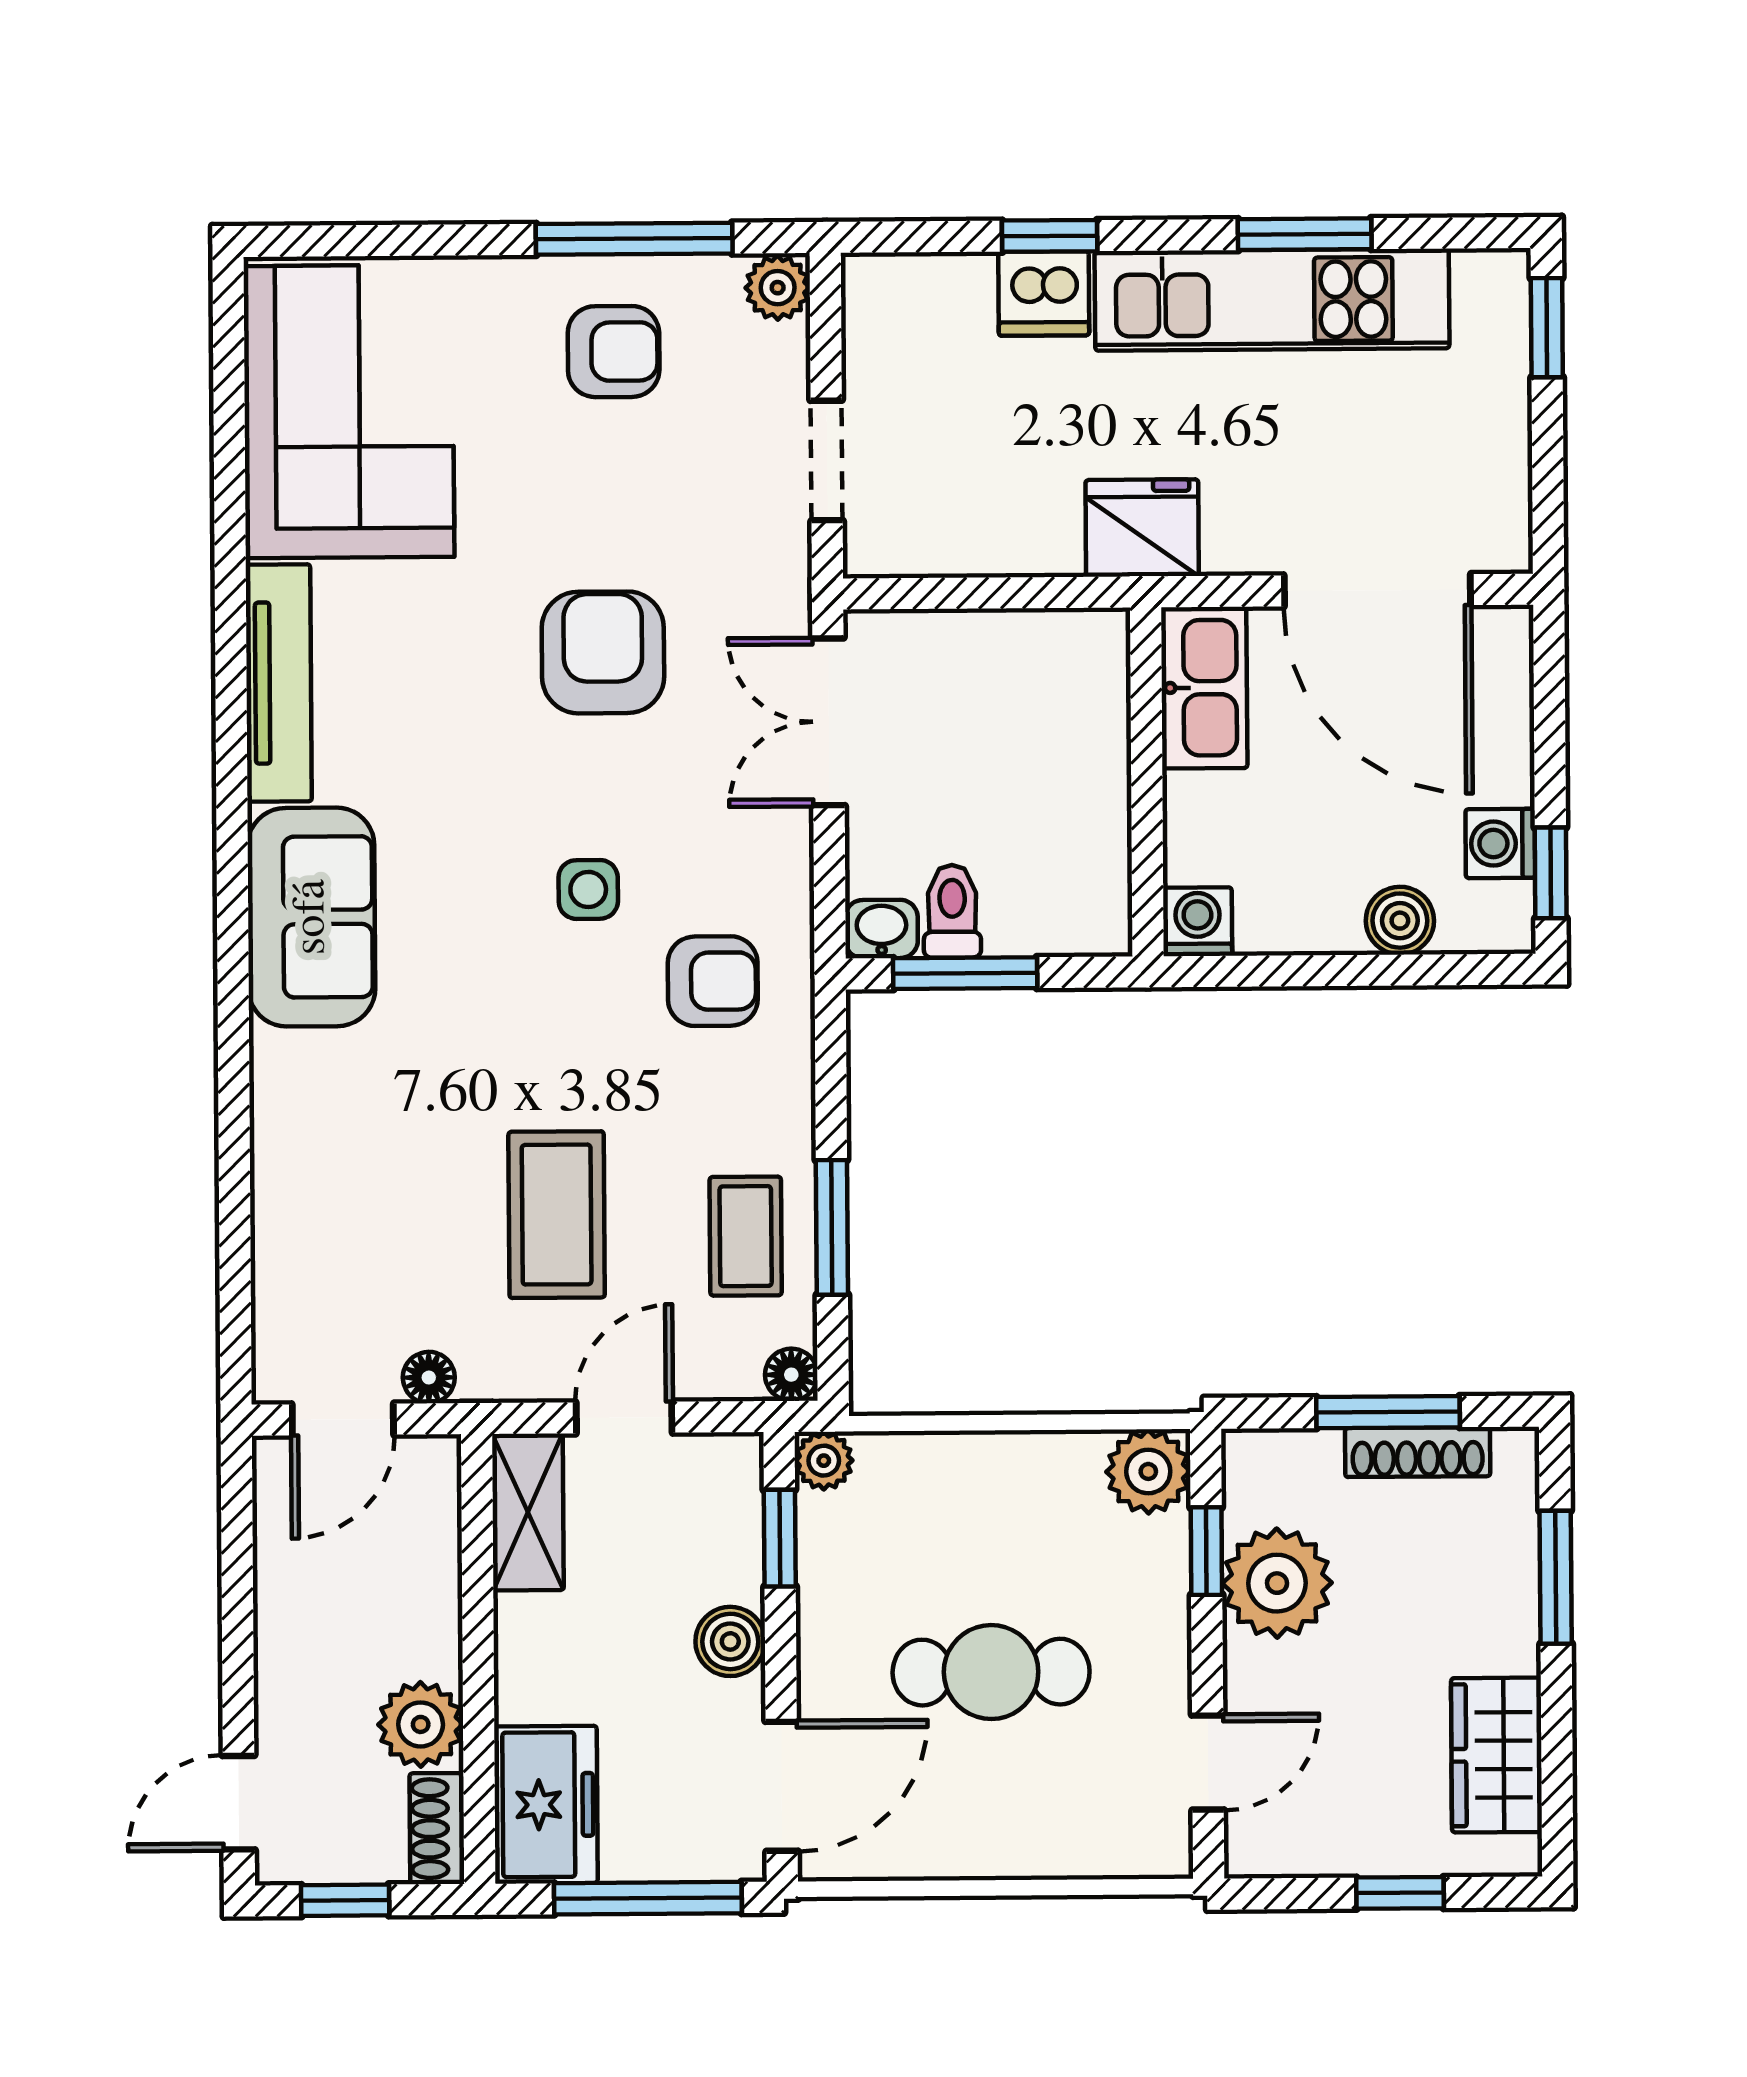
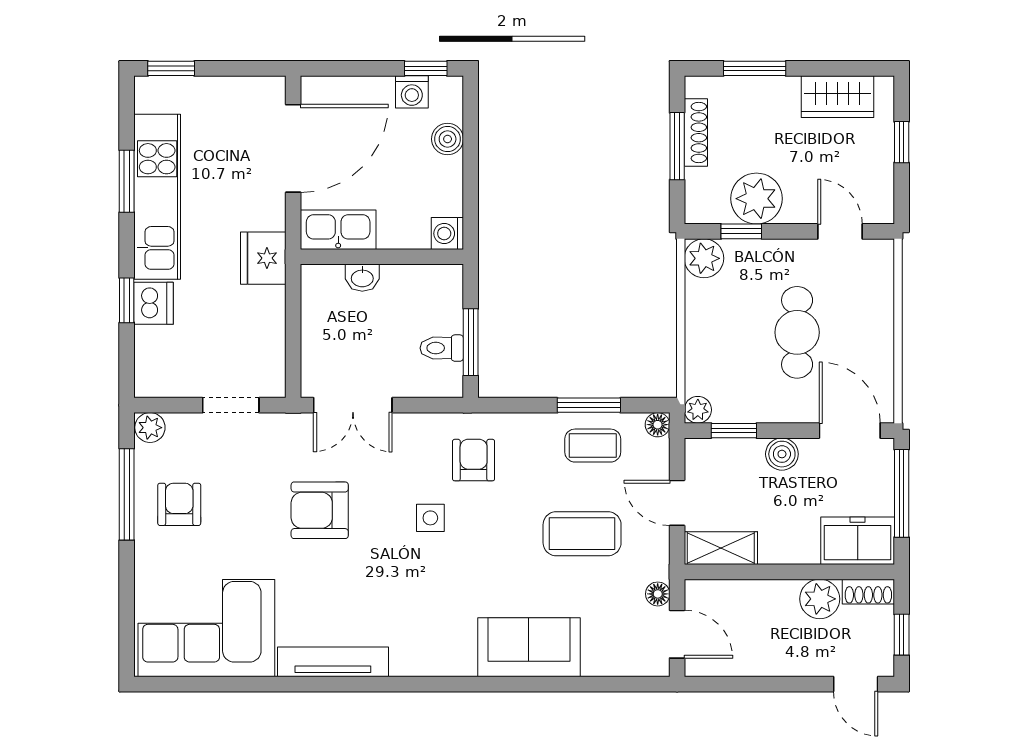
sofa: (311, 917) -> (529, 647), moved
washbasin: (882, 929) -> (362, 278), moved, turned -90

